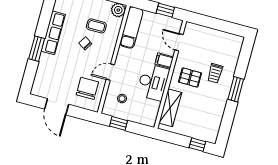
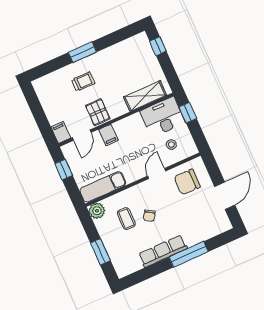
filing cabinet: (192, 29) -> (61, 133), added
window: (37, 49) -> (189, 254), width x1.44
door: (110, 72) -> (157, 173), swing flipped
pallet: (190, 78) -> (98, 112), moved
desk: (153, 82) -> (163, 117), moved
window: (118, 123) -> (188, 113), moved

